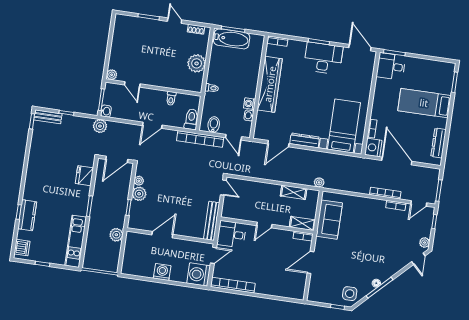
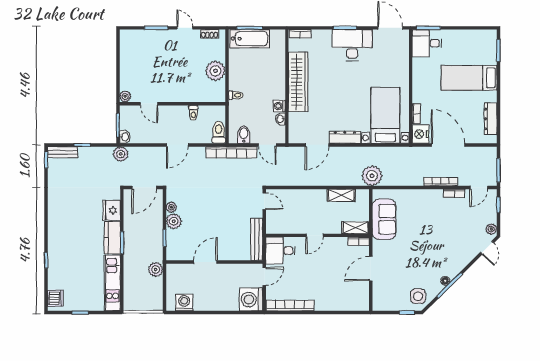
plant: (319, 182) -> (372, 176), width x1.88, depth x1.88
kitchen counter: (27, 215) -> (112, 238), moved, turned 180
washing machine: (162, 272) -> (184, 303), moved

